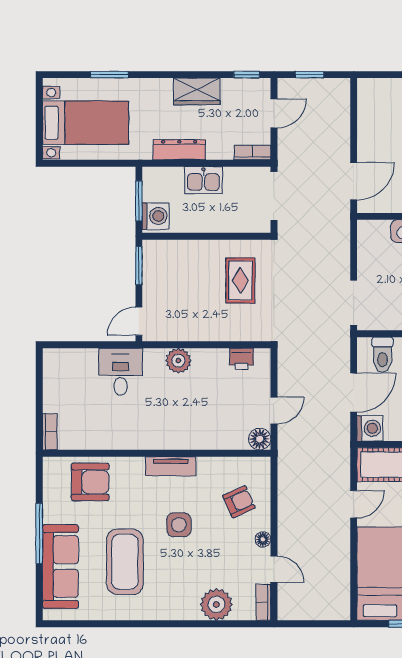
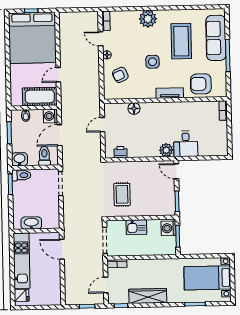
wardrobe: (197, 91) -> (148, 296), width x1.50
dresser: (179, 150) -> (157, 264), removed
kitchen sink: (203, 180) -> (136, 227), moved, turned 180
door: (354, 181) -> (62, 249), hinge flipped
door: (139, 321) -> (176, 171), swing flipped
plant: (178, 361) -> (166, 150), moved
floor lamp: (260, 439) -> (134, 109), moved
tv unit: (171, 466) -> (170, 93), moved
plant: (216, 604) -> (148, 19), moved

